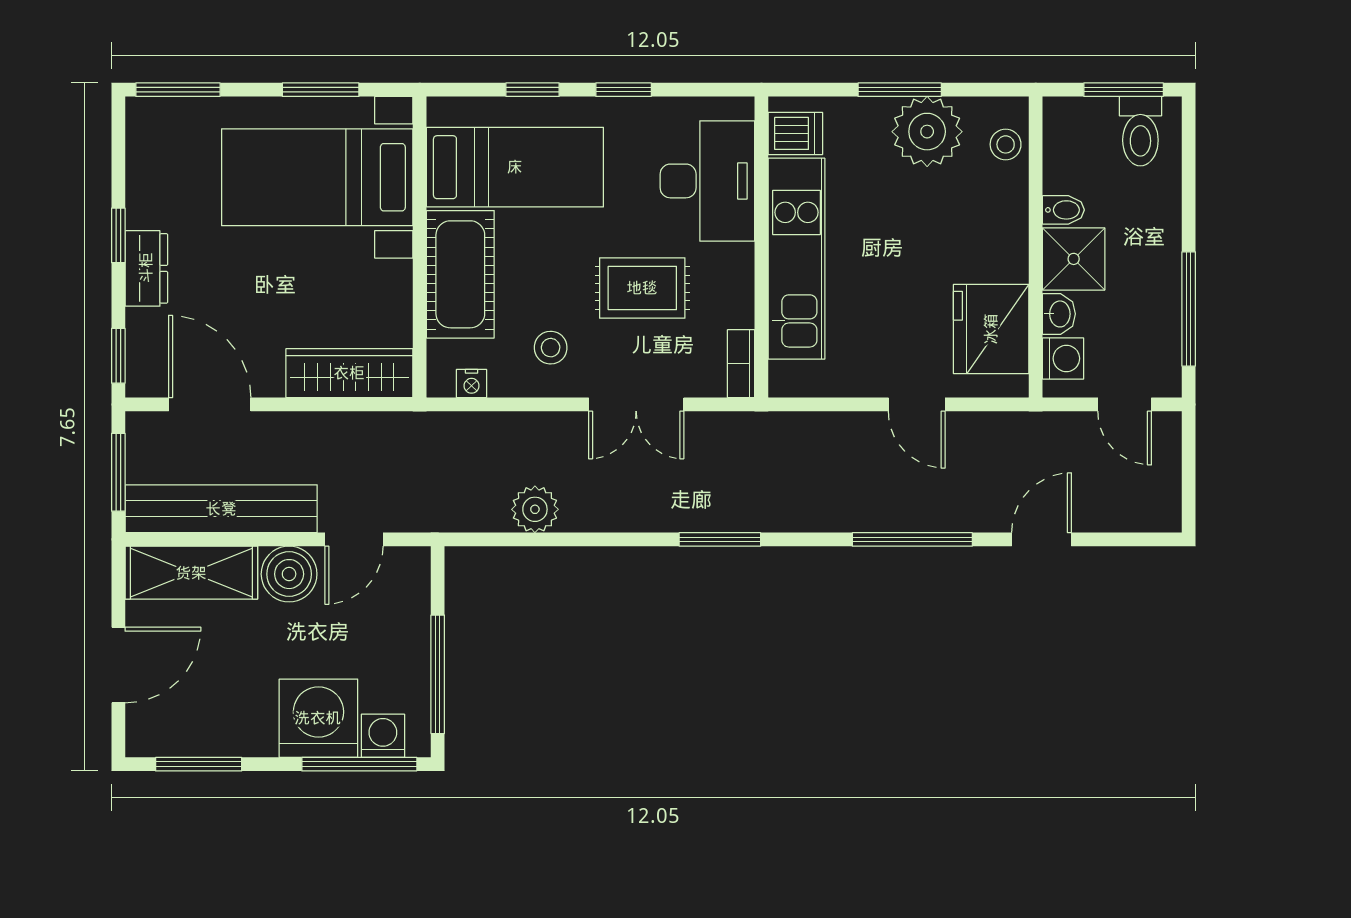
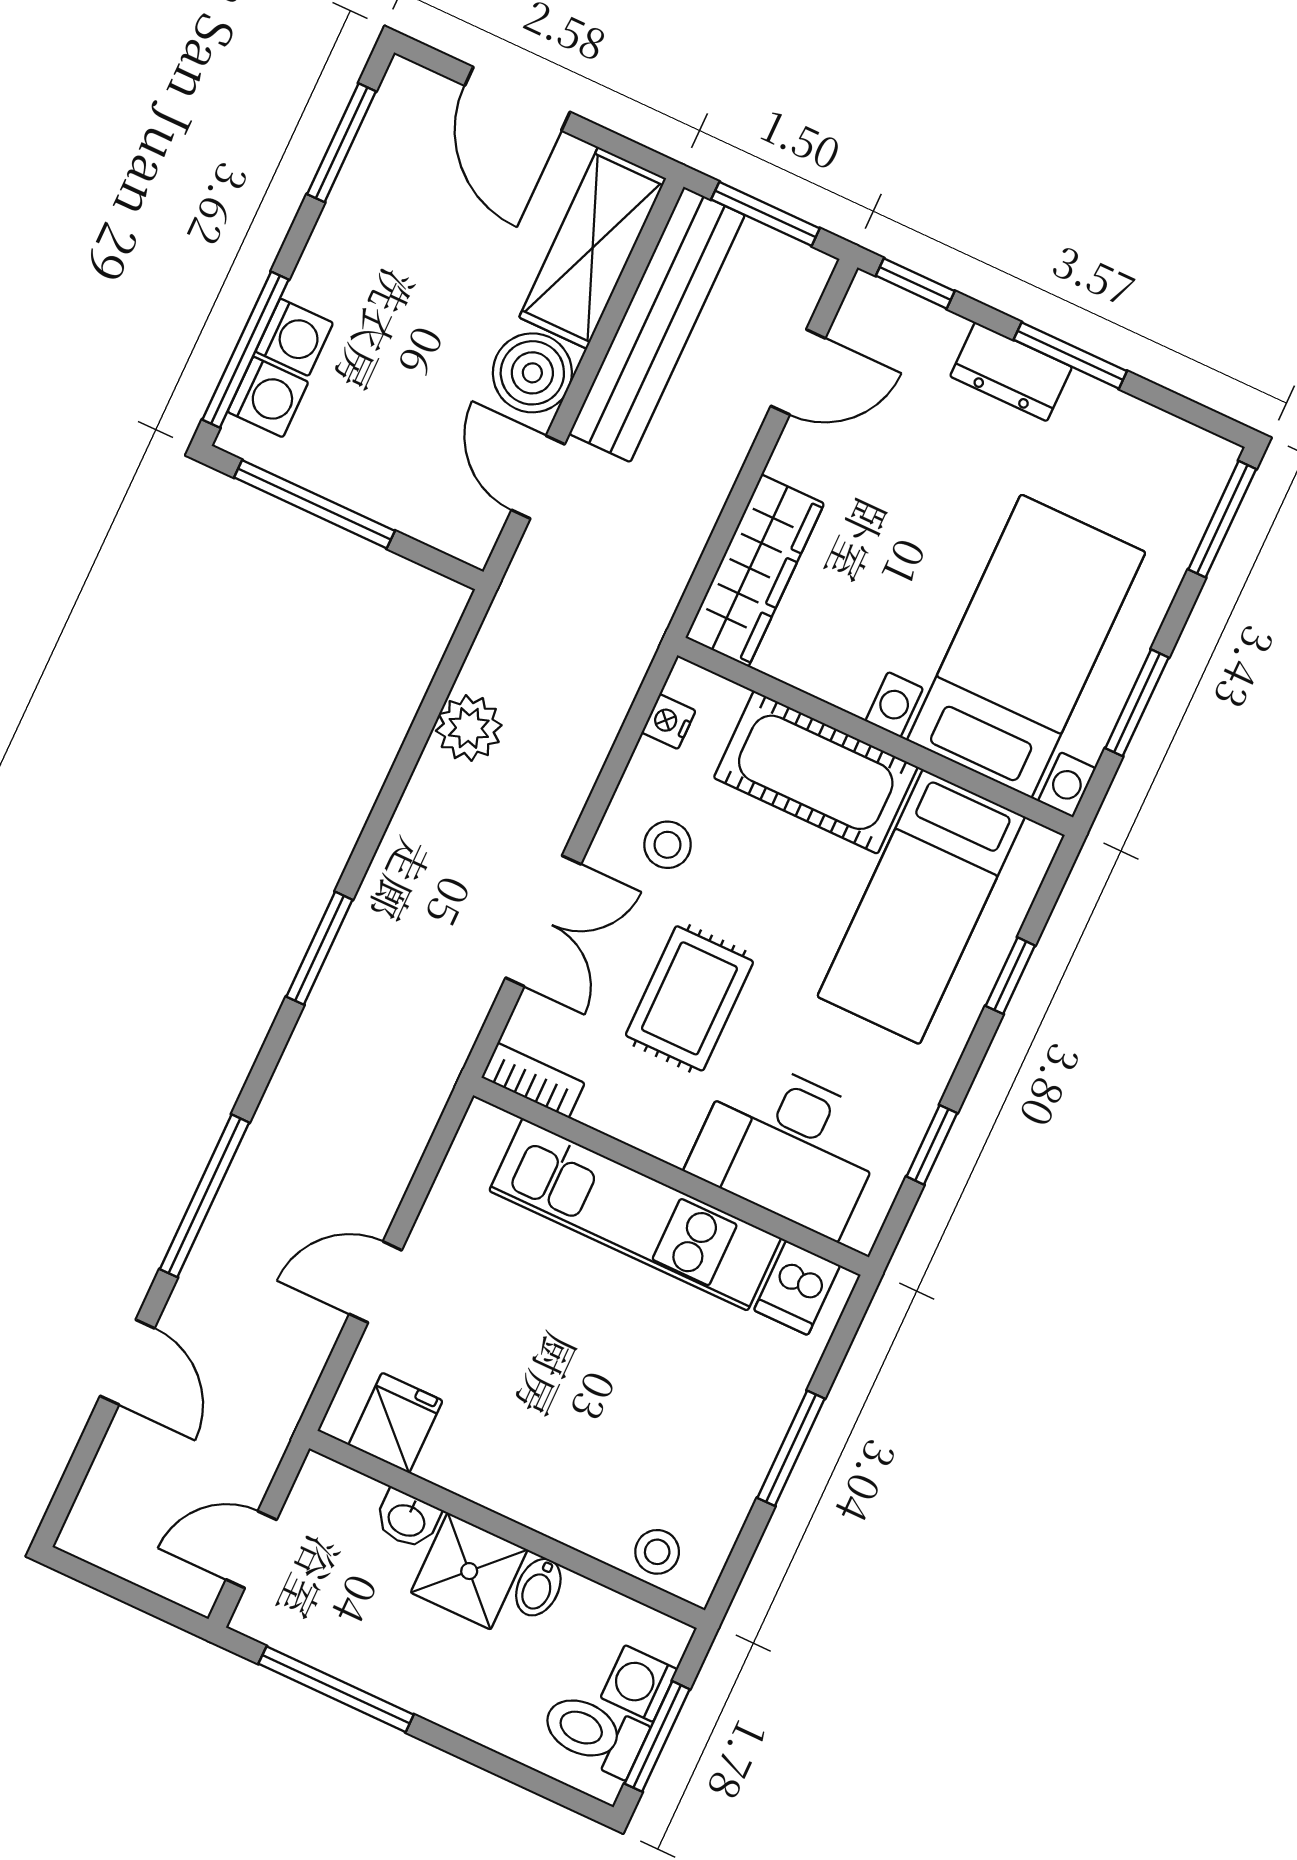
window: (624, 90) -> (932, 1145), moved
plant: (927, 132) -> (721, 1459), removed
window: (118, 235) -> (1070, 355), width x1.50
fridge: (991, 329) -> (396, 1423), width x0.53, depth x0.75
washing machine: (1063, 358) -> (639, 1684), moved, turned 90
door: (210, 404) -> (798, 372), width x0.73
double door: (636, 404) -> (543, 921), swing flipped
washing machine: (318, 718) -> (294, 337), width x0.53, depth x0.53

